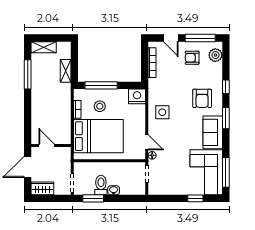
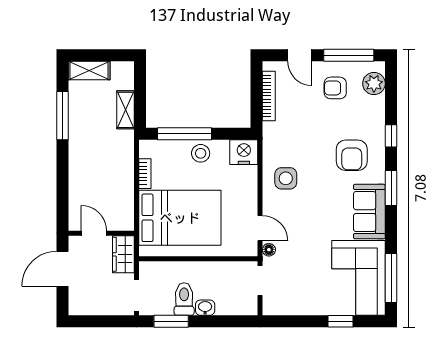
stool: (100, 106) -> (201, 153), moved
wardrobe: (42, 188) -> (123, 254), moved, turned -90

